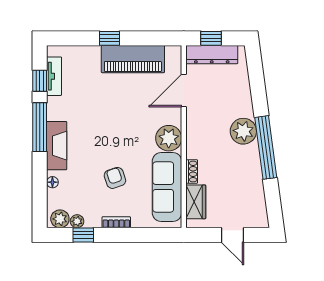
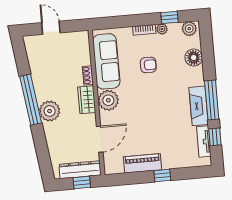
piano: (133, 59) -> (143, 163), width x0.73, depth x0.75
fireplace: (57, 146) -> (199, 106), moved
armchair: (115, 178) -> (148, 65), turned -71
floor lamp: (52, 182) -> (194, 58), width x1.89, depth x1.89
wardrobe: (196, 202) -> (87, 100), moved
plant: (77, 221) -> (162, 29), moved

